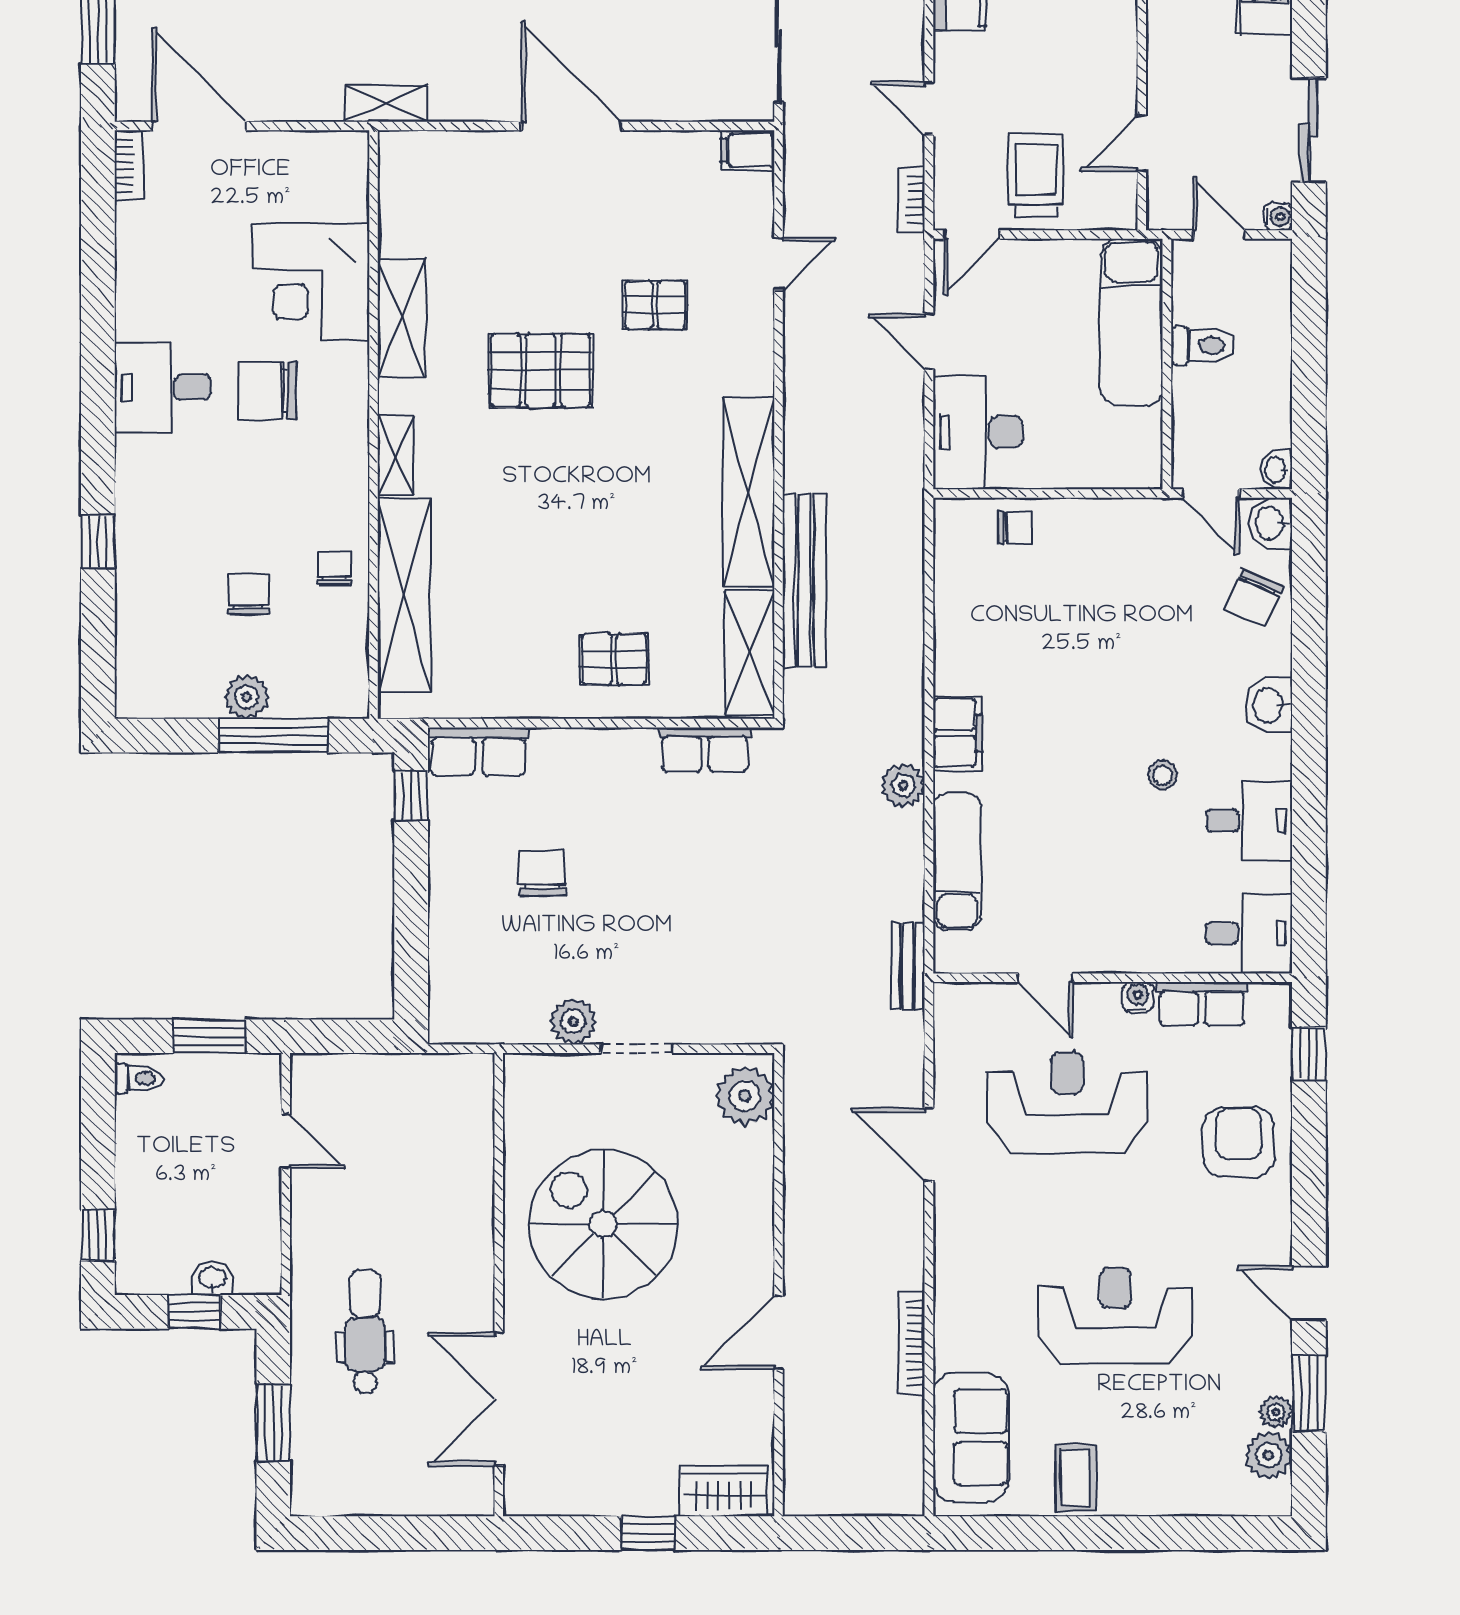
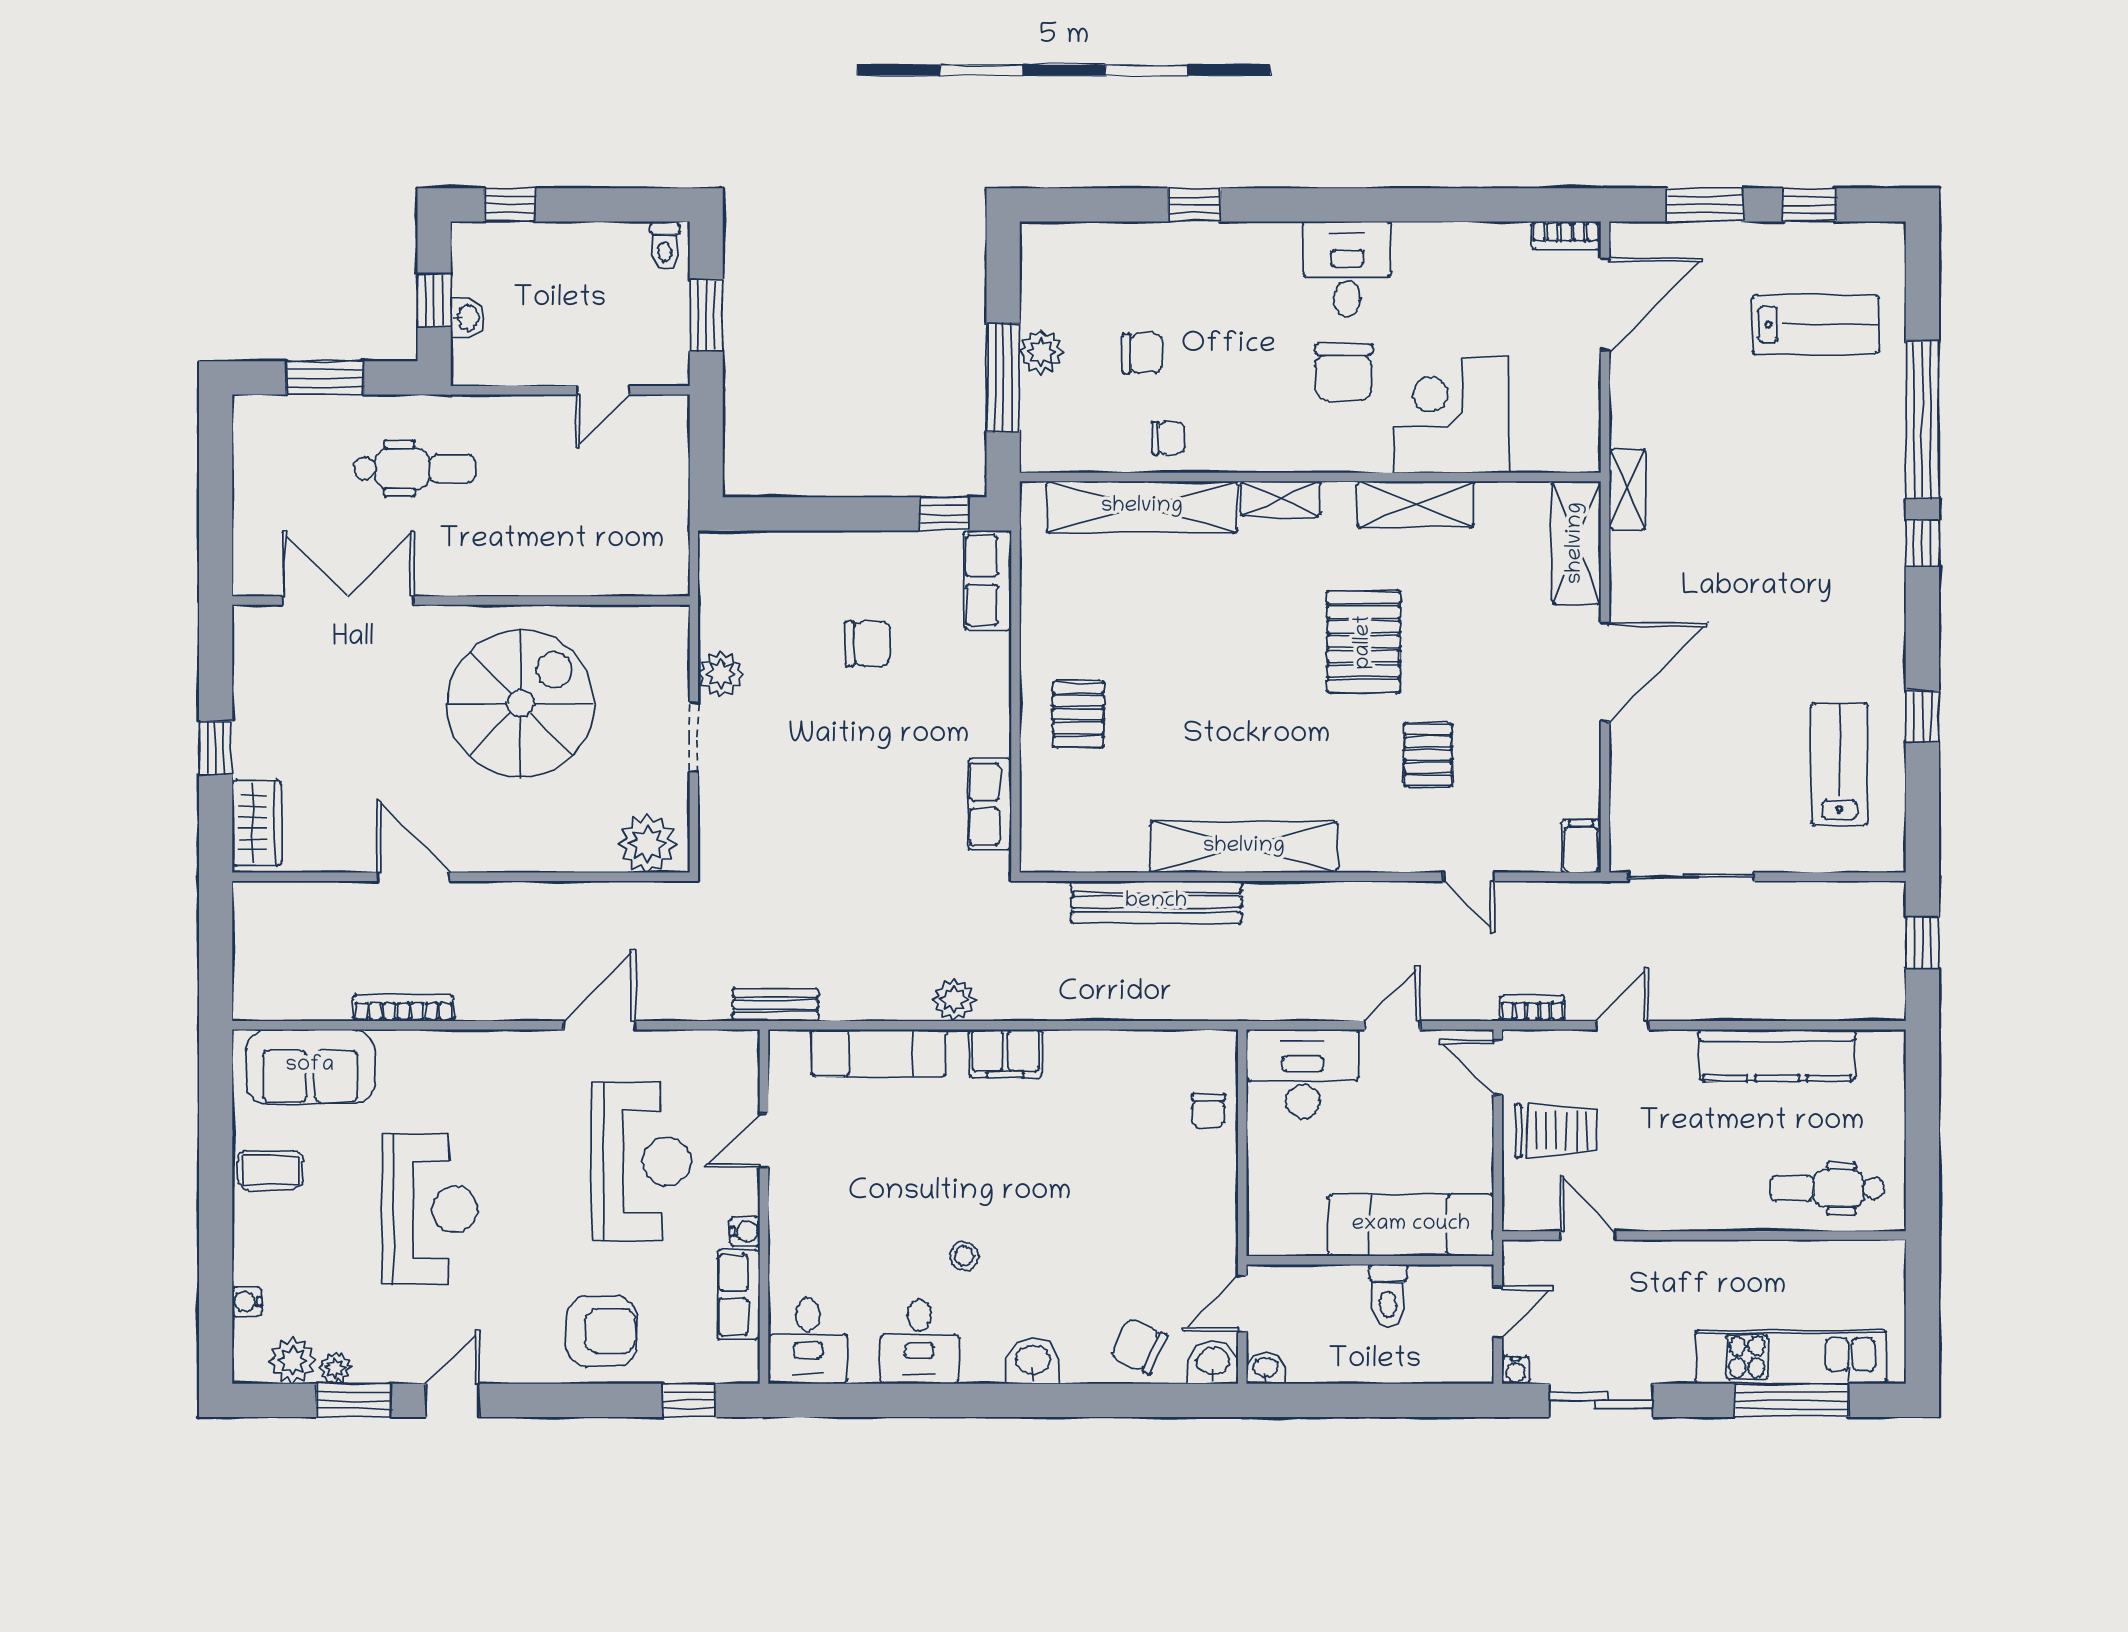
chair: (267, 391) -> (1343, 372), turned 180
shelving: (749, 653) -> (1576, 543), moved, turned 90
water cooler: (1209, 1502) -> (247, 1302), added

